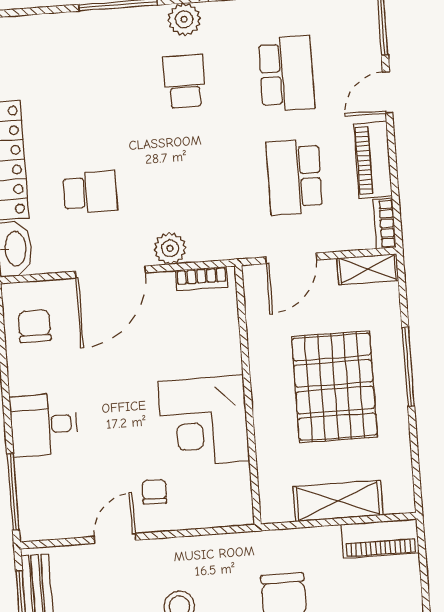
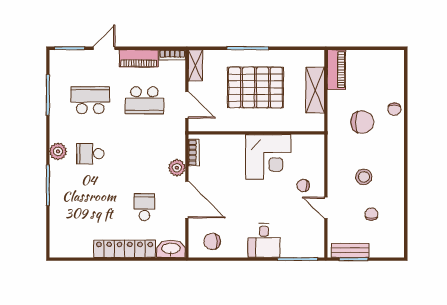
door: (388, 92) -> (104, 48), swing flipped

